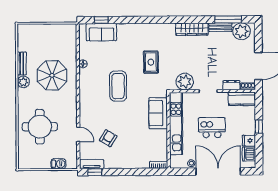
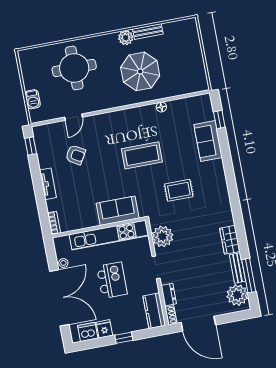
wardrobe: (192, 29) -> (230, 240), width x0.67
sofa: (101, 32) -> (208, 141), moved
tv unit: (92, 164) -> (48, 184), moved

